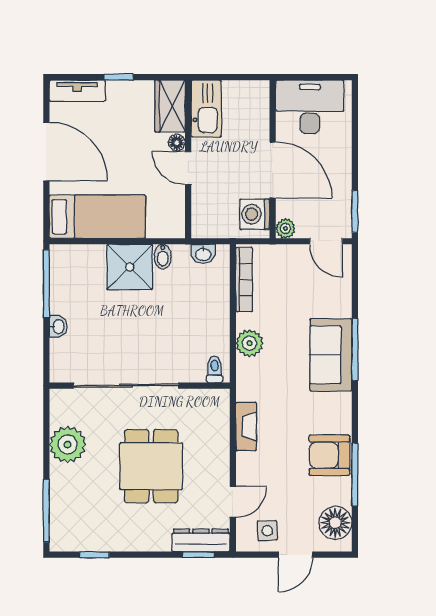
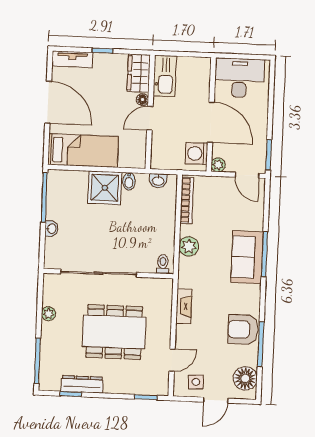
door: (188, 168) -> (150, 118), hinge flipped
plant: (68, 445) -> (49, 314), width x0.53, depth x0.53
dining table: (151, 466) -> (114, 332), width x1.38
dresser: (201, 540) -> (82, 384), moved

